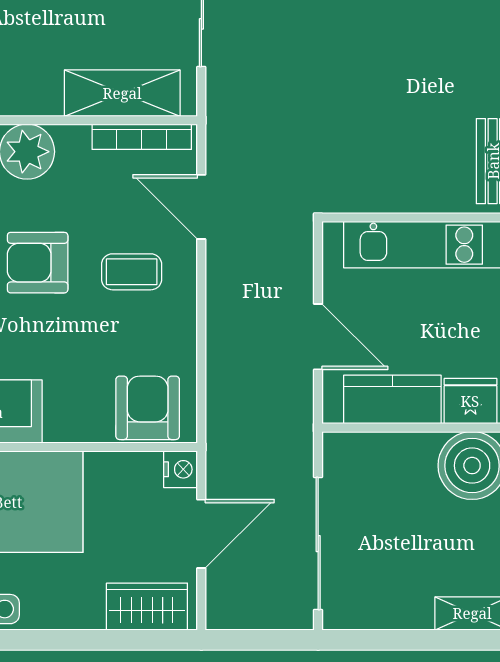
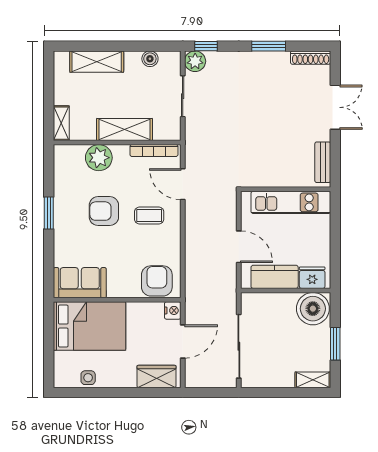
shelving: (122, 93) -> (124, 130), moved

